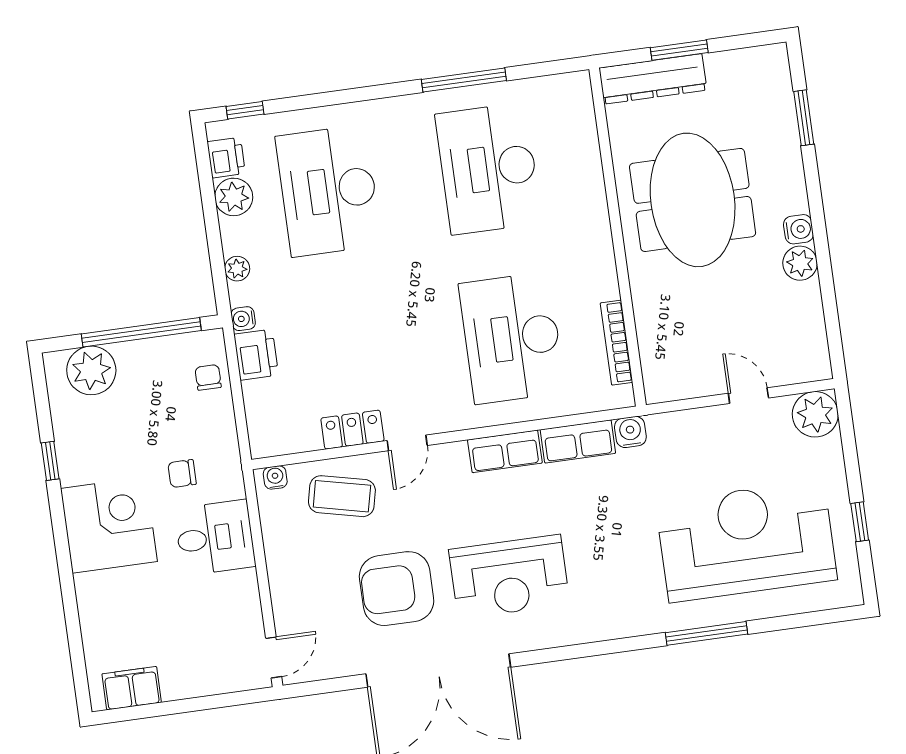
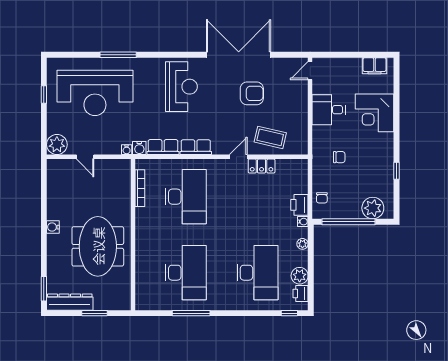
dresser: (653, 79) -> (70, 302), moved
window: (804, 118) -> (44, 289), moved
plant: (800, 263) -> (54, 212), removed
water cooler: (275, 477) -> (127, 150), moved
corner desk: (109, 525) -> (375, 113), moved
desk: (215, 538) -> (329, 110), moved
reception desk: (509, 577) -> (181, 87), moved, turned 90
armchair: (397, 589) -> (252, 93), width x0.73, depth x0.73

